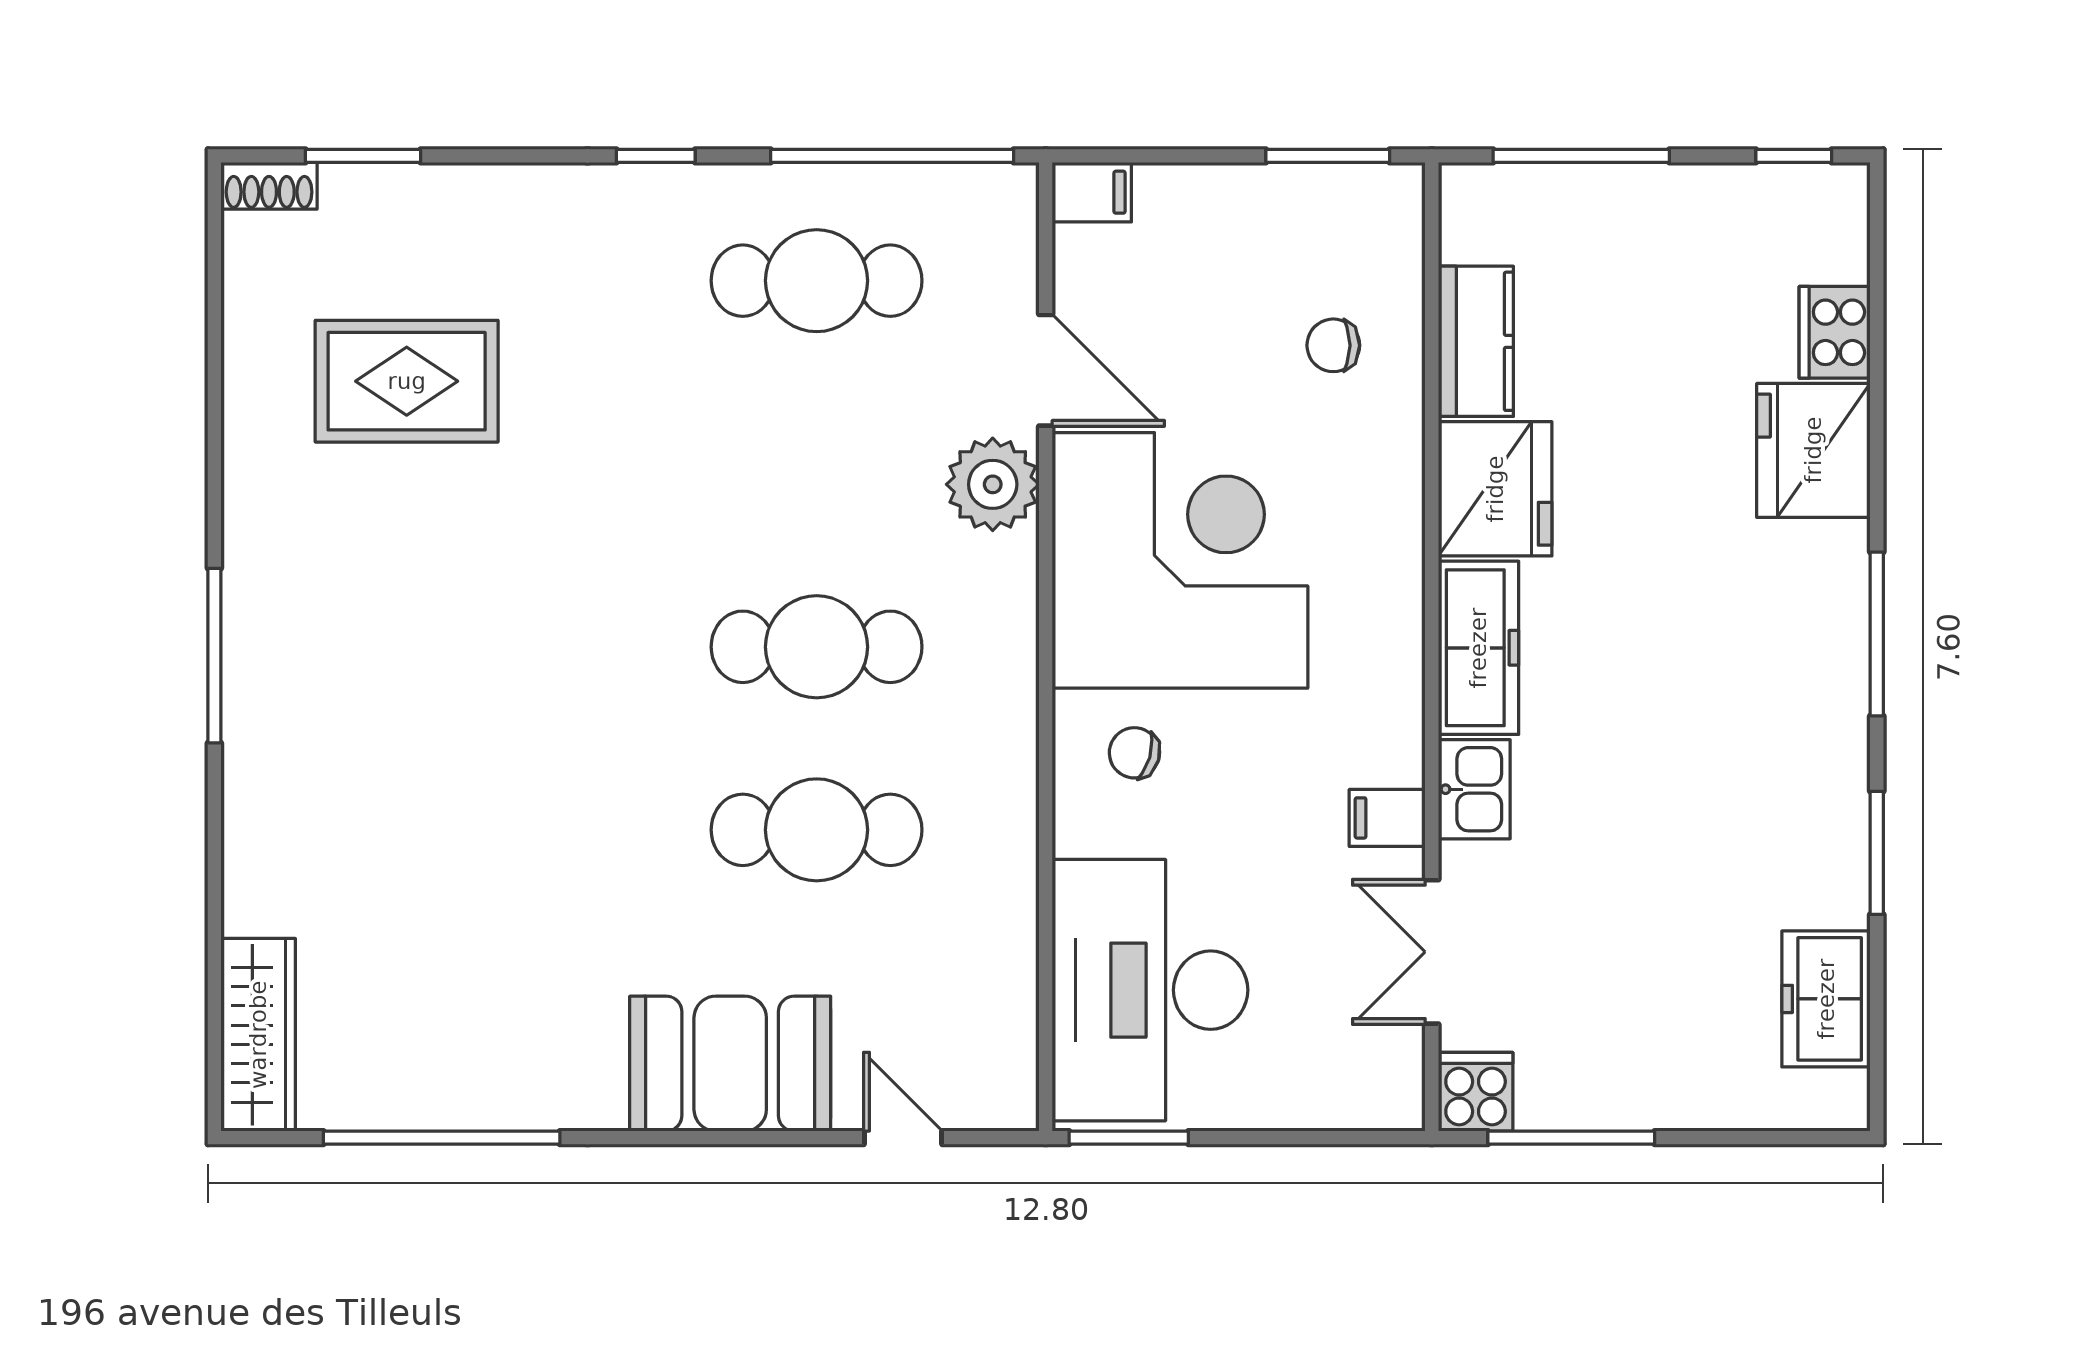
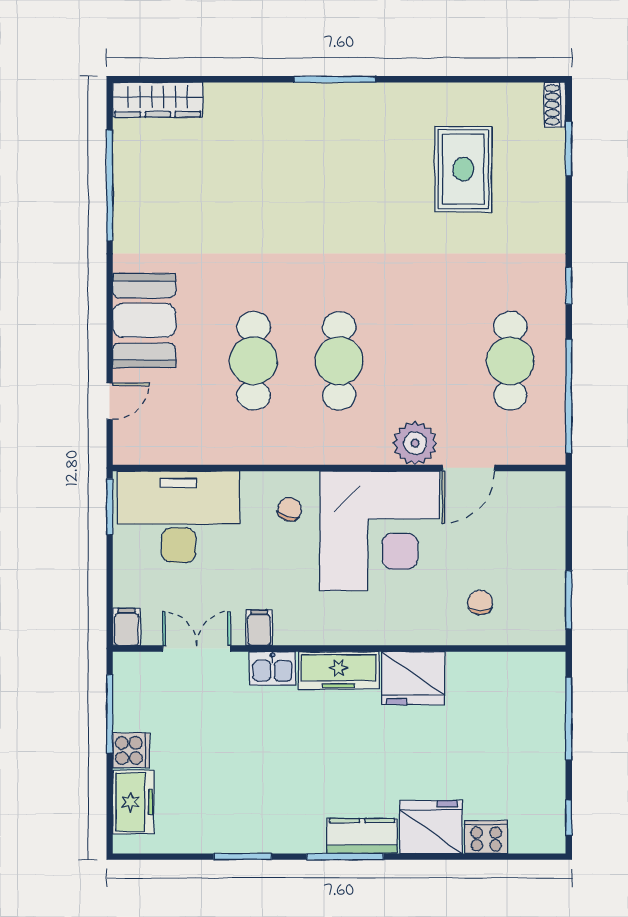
filing cabinet: (1092, 192) -> (127, 627), moved, turned 180
kitchen counter: (1476, 341) -> (362, 836), moved, turned 180
freezer: (1826, 999) -> (133, 802), moved, turned 90
cooker: (1476, 1092) -> (131, 750), moved

